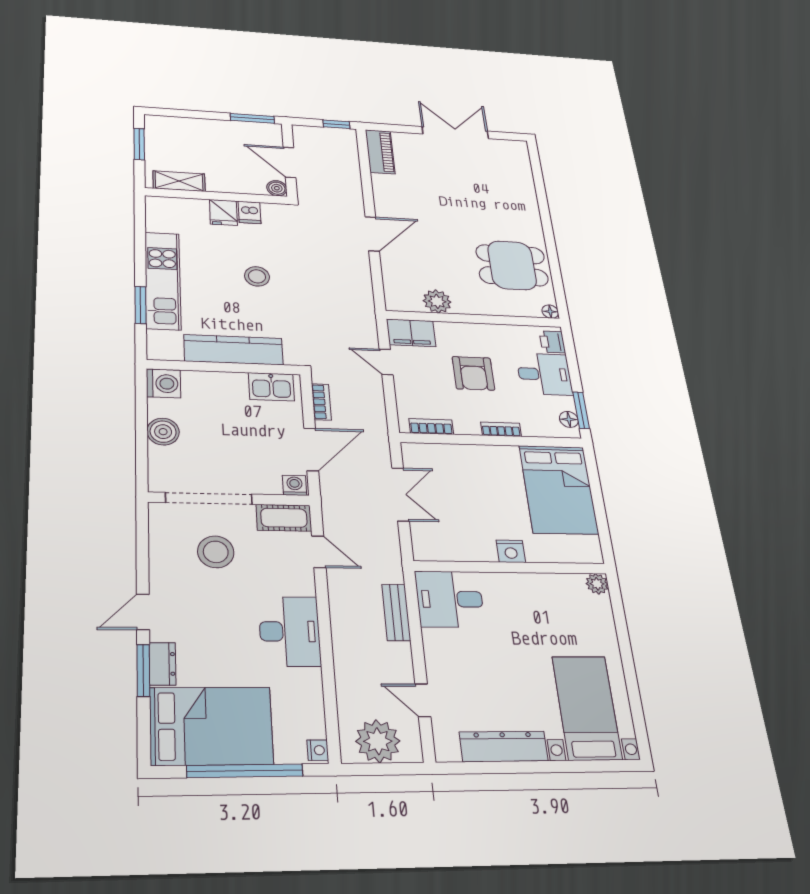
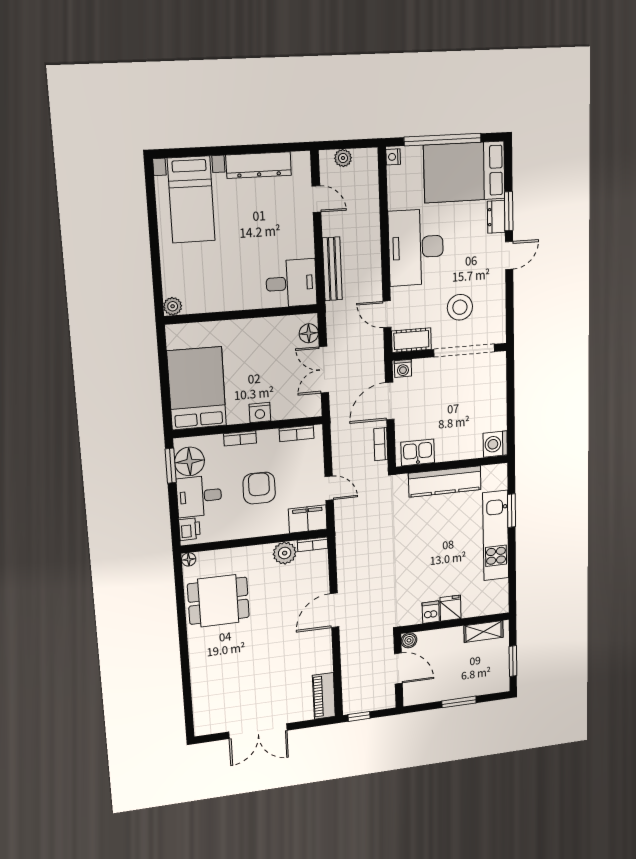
window: (252, 118) -> (459, 702), moved
stool: (257, 276) -> (426, 552), removed
bookcase: (403, 305) -> (313, 544), added
floor lamp: (569, 419) -> (189, 461), width x1.89, depth x1.89
boiler: (163, 432) -> (496, 403), removed
floor lamp: (423, 538) -> (309, 333), added
nightstand: (511, 551) -> (260, 413), moved, turned 180
bench: (396, 612) -> (332, 269), width x1.36
desk: (290, 631) -> (416, 247), width x1.36, depth x1.30
plant: (378, 741) -> (343, 158), width x0.53, depth x0.53

